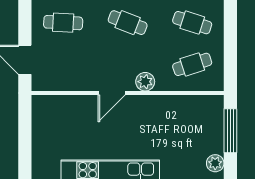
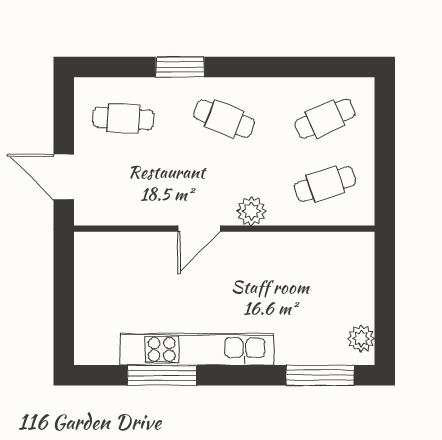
cafe table: (192, 23) -> (325, 119), turned -42
window: (230, 131) -> (385, 288), removed

